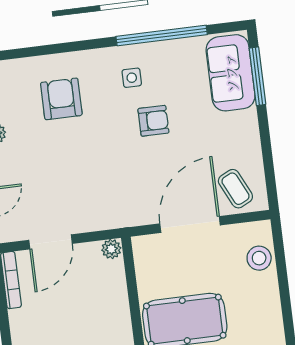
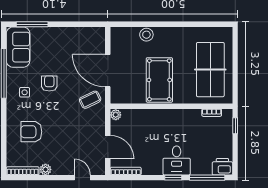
sofa: (231, 73) -> (18, 47), moved, turned -90
coffee table: (235, 189) -> (90, 100), moved
stool: (259, 258) -> (146, 35), moved

